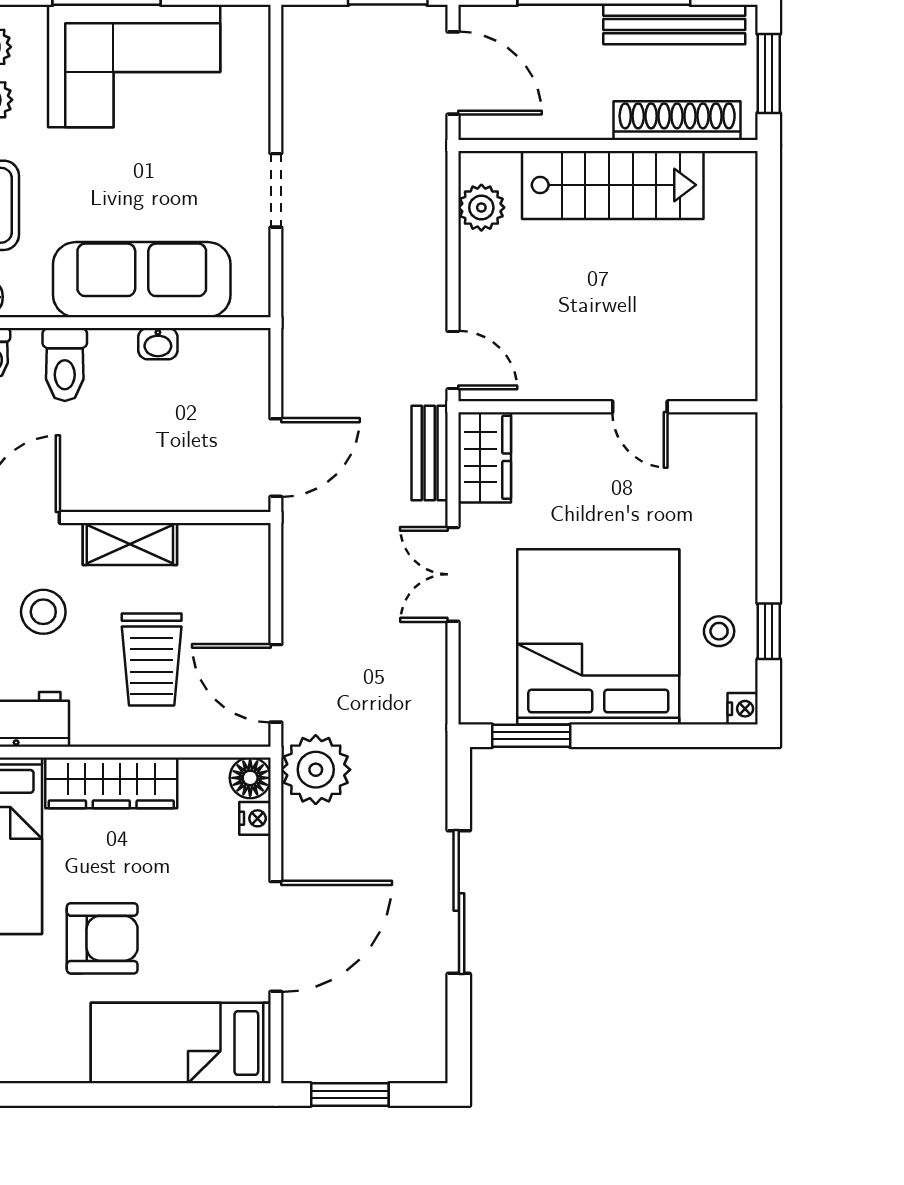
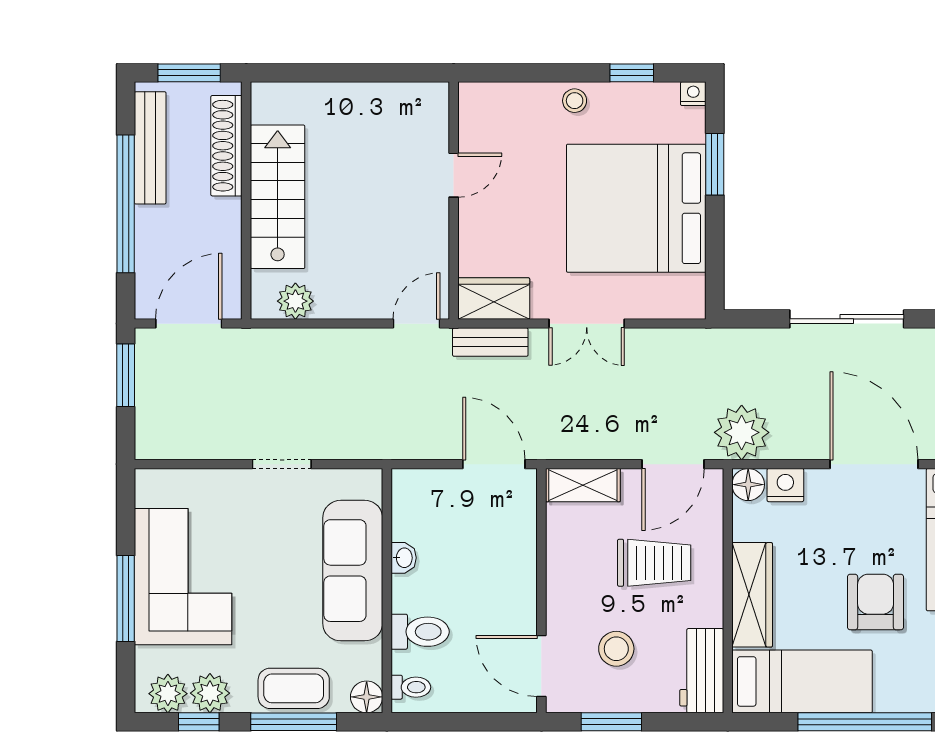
shelving: (130, 544) -> (583, 485), moved, turned 90
stool: (719, 631) -> (575, 101), moved
window: (531, 736) -> (715, 164), moved
nightstand: (255, 818) -> (785, 485), width x1.39, depth x1.35

